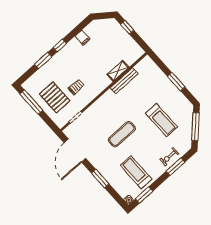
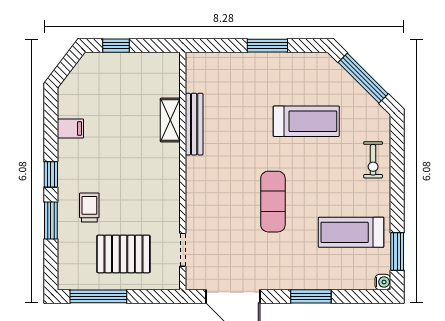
trolley: (76, 87) -> (89, 207), moved
window: (175, 167) -> (397, 164), removed

